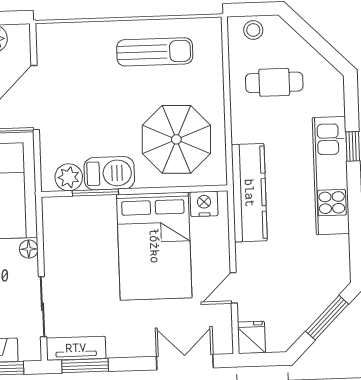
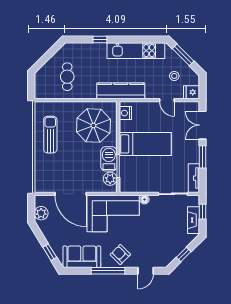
stool: (253, 30) -> (174, 76), moved
kitchen unit: (331, 176) -> (136, 51), moved
bed: (154, 246) -> (145, 144), width x0.67
window: (85, 366) -> (202, 157), moved

